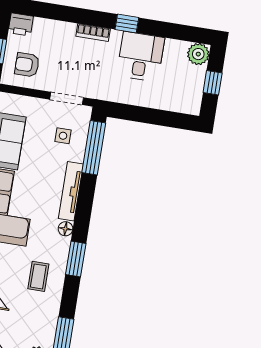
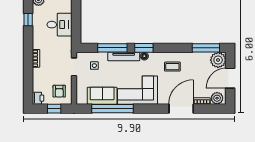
window: (127, 24) -> (28, 20), moved
desk: (141, 57) -> (59, 25), moved, turned 180
window: (94, 148) -> (112, 48), moved
window: (76, 259) -> (144, 48), moved

